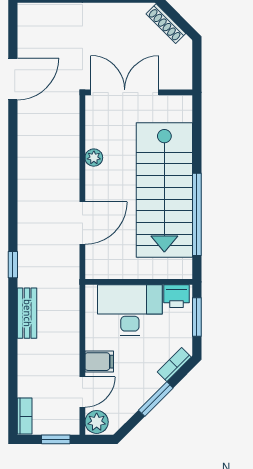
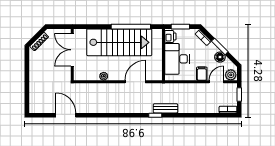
double door: (125, 92) -> (72, 50), moved
door: (82, 223) -> (135, 82), hinge flipped
bench: (27, 313) -> (165, 108), moved
door: (82, 392) -> (216, 82), hinge flipped
floor lamp: (134, 399) -> (220, 57), added

